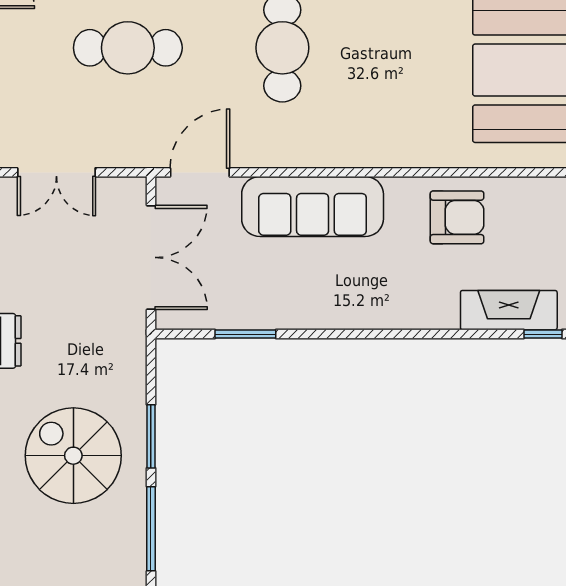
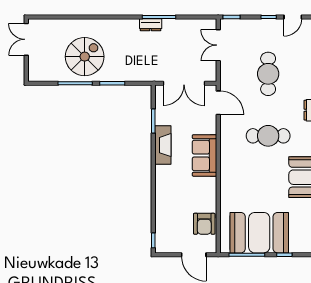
sofa: (313, 207) -> (204, 155), width x0.73
armchair: (457, 217) -> (204, 224), moved
fireplace: (509, 310) -> (163, 145), moved
spiral stairs: (73, 456) -> (85, 57), moved

